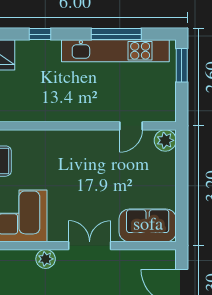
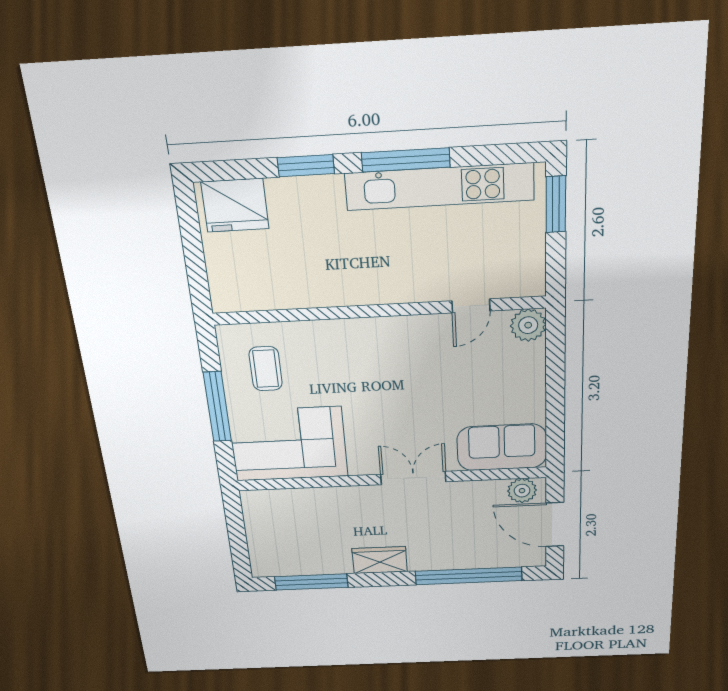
window: (40, 34) -> (306, 166), width x1.50
window: (116, 34) -> (406, 160), moved
plant: (46, 259) -> (522, 491), moved

